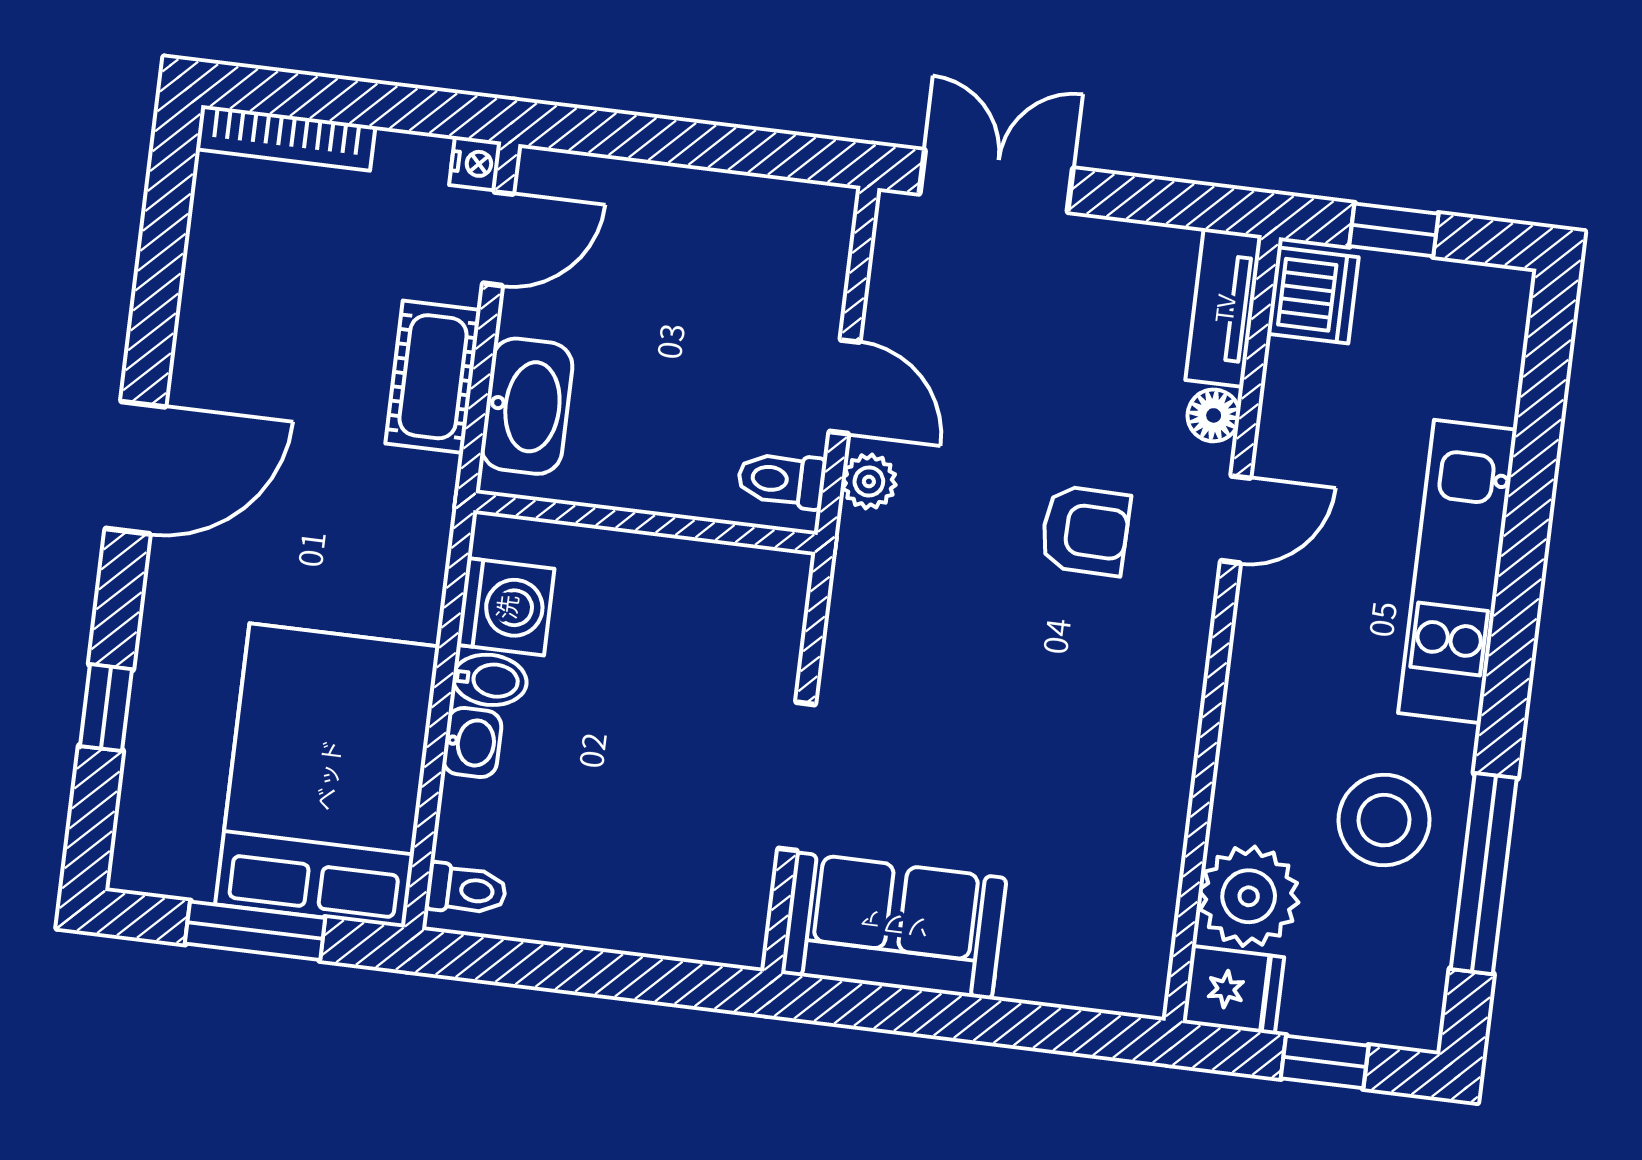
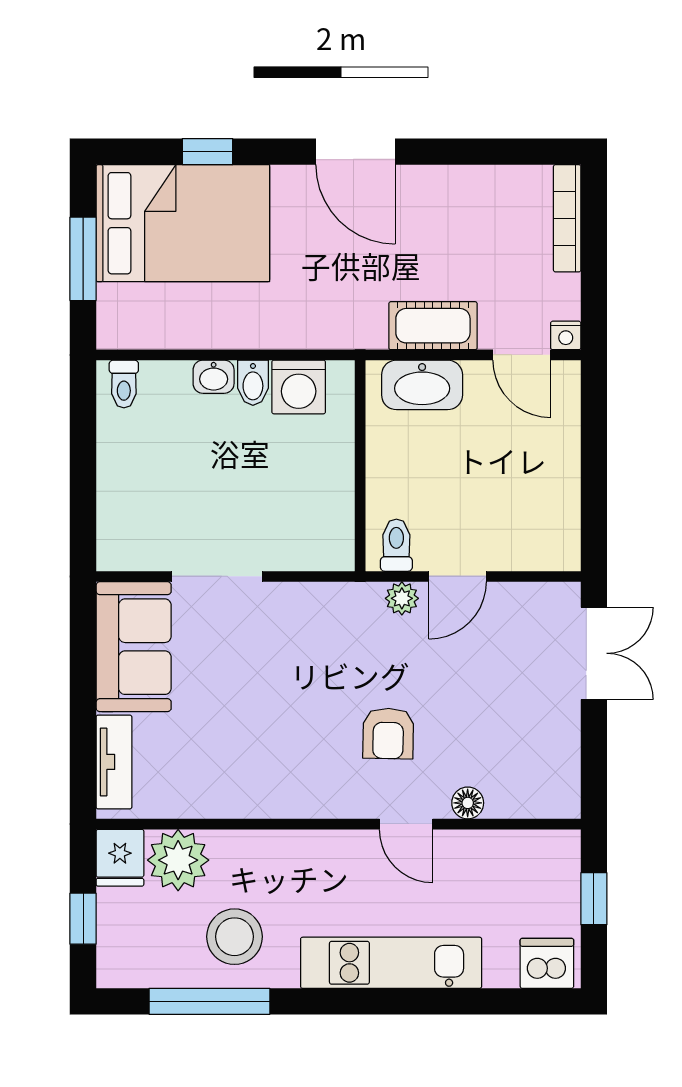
dishwasher: (1313, 295) -> (547, 963), moved, turned 180
tv unit: (1224, 308) -> (114, 762), moved, turned 90
bed: (327, 775) -> (183, 223), moved

